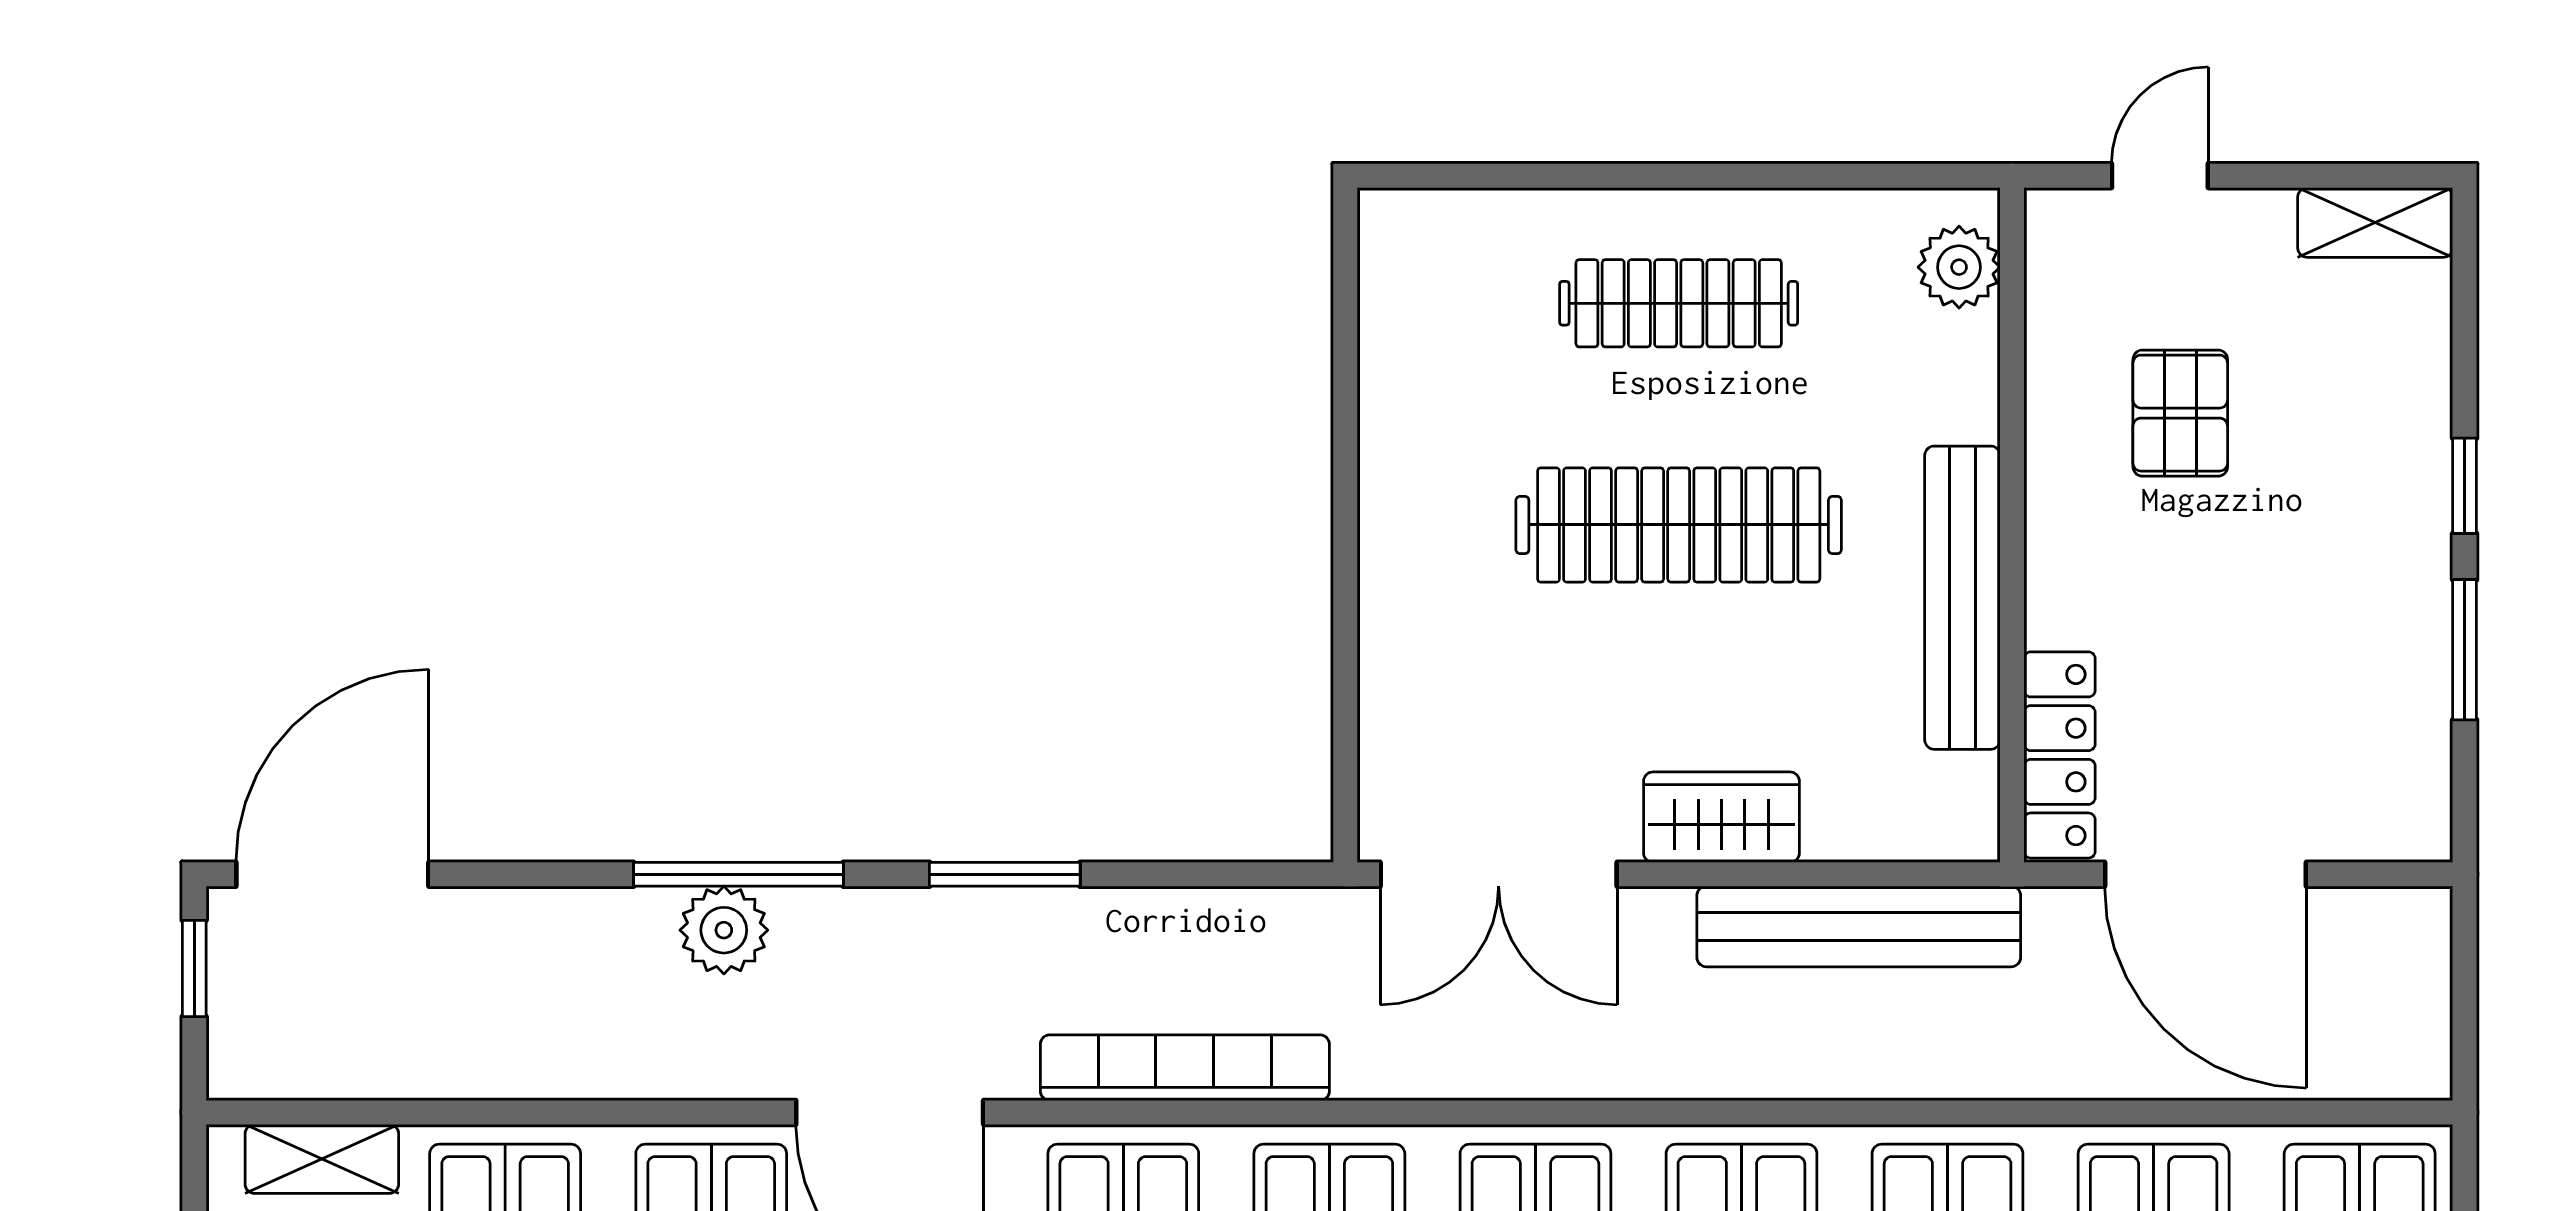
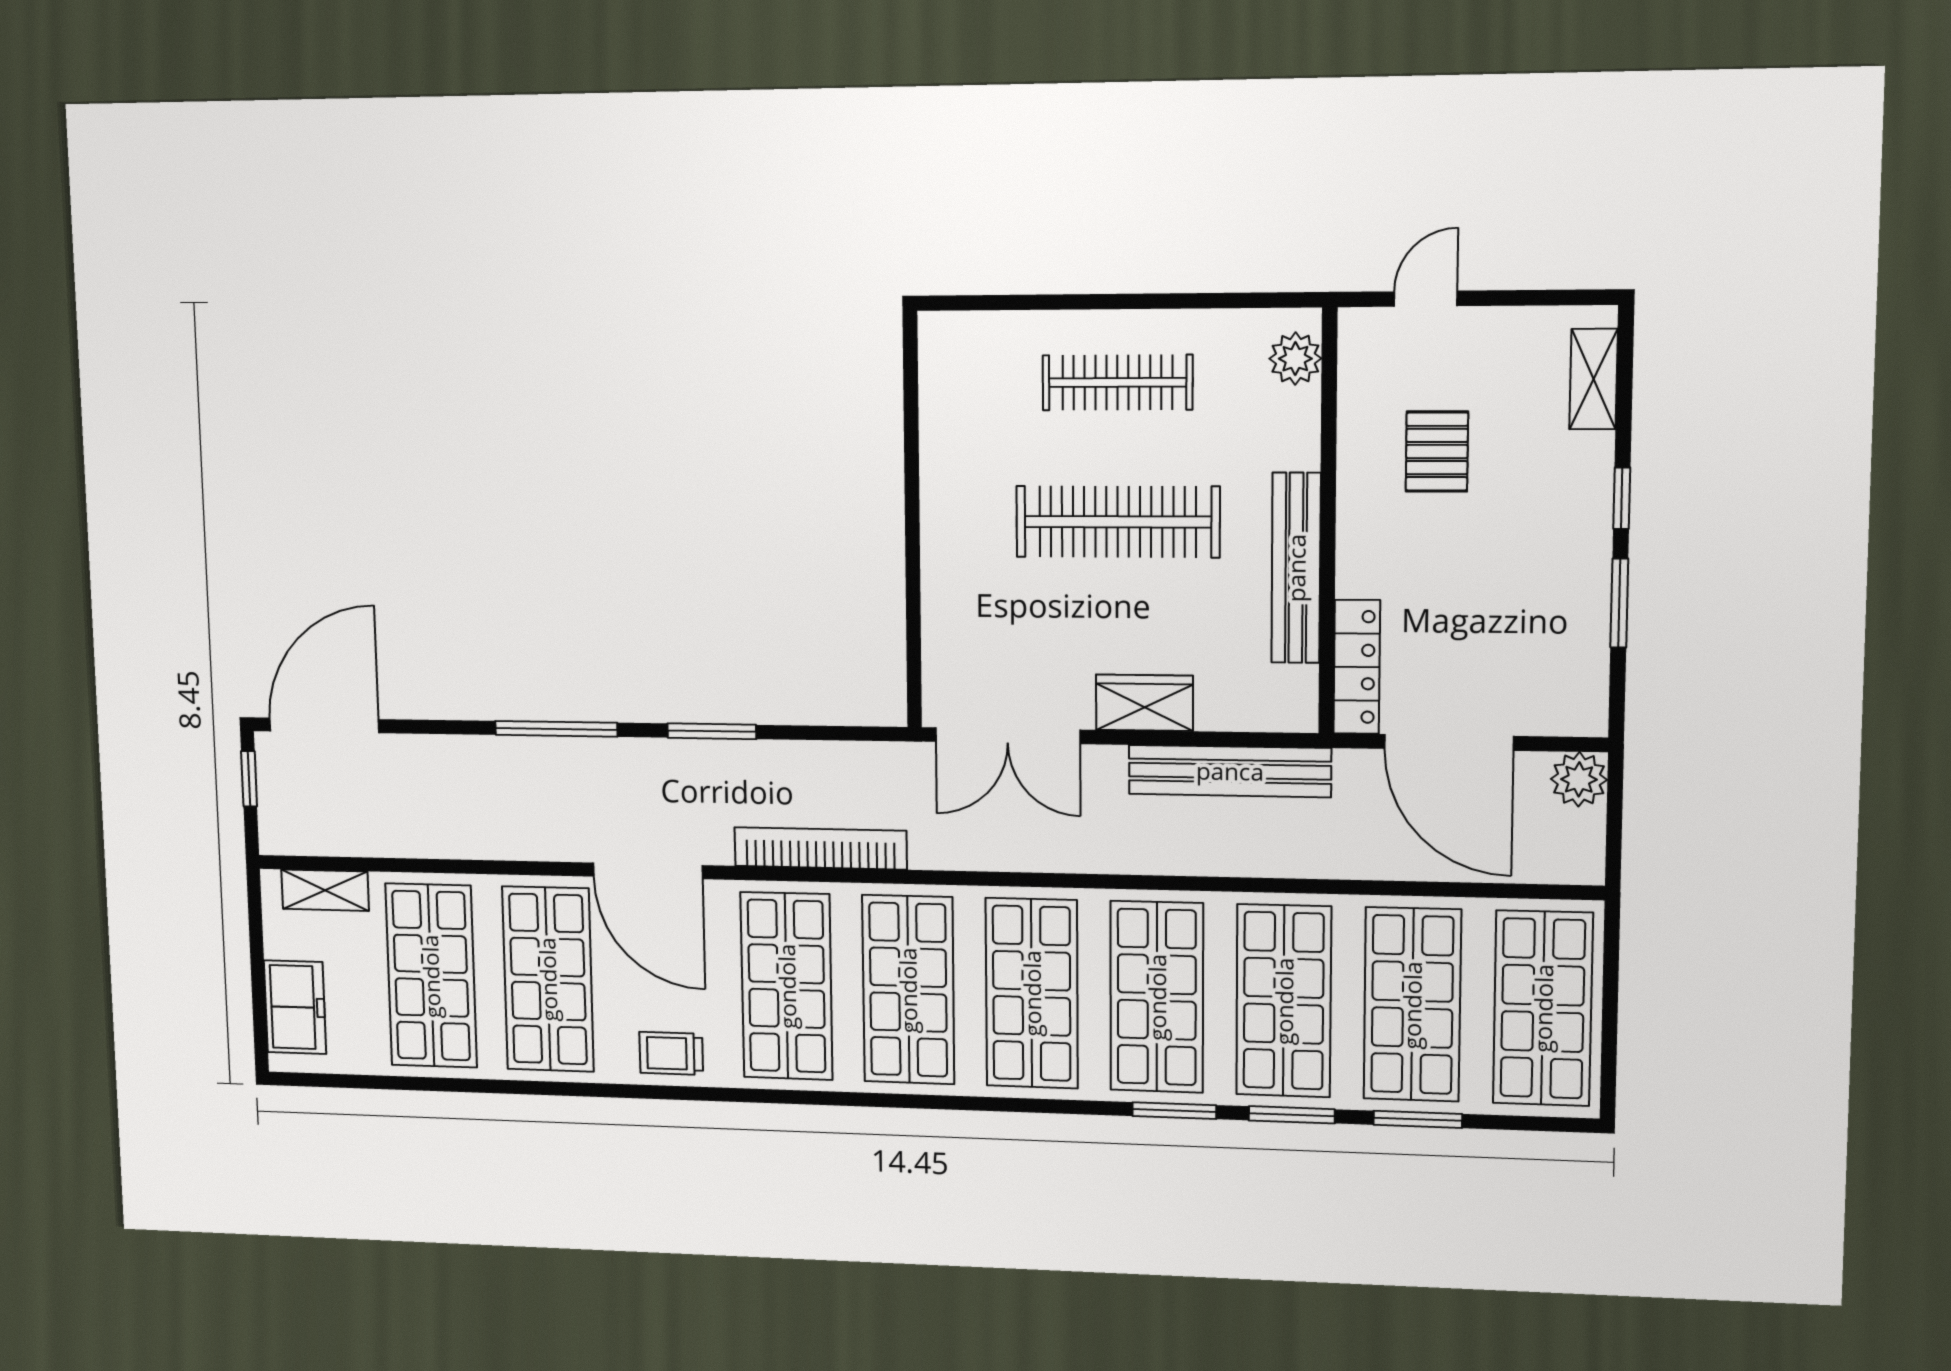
shelving: (2375, 222) -> (1594, 379), moved, turned 90
plant: (724, 930) -> (1579, 779), moved

